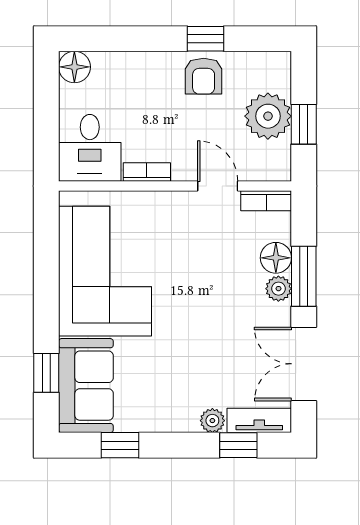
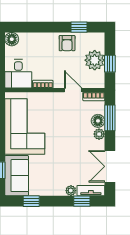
window: (205, 39) -> (79, 27), moved
window: (304, 276) -> (110, 118), moved

